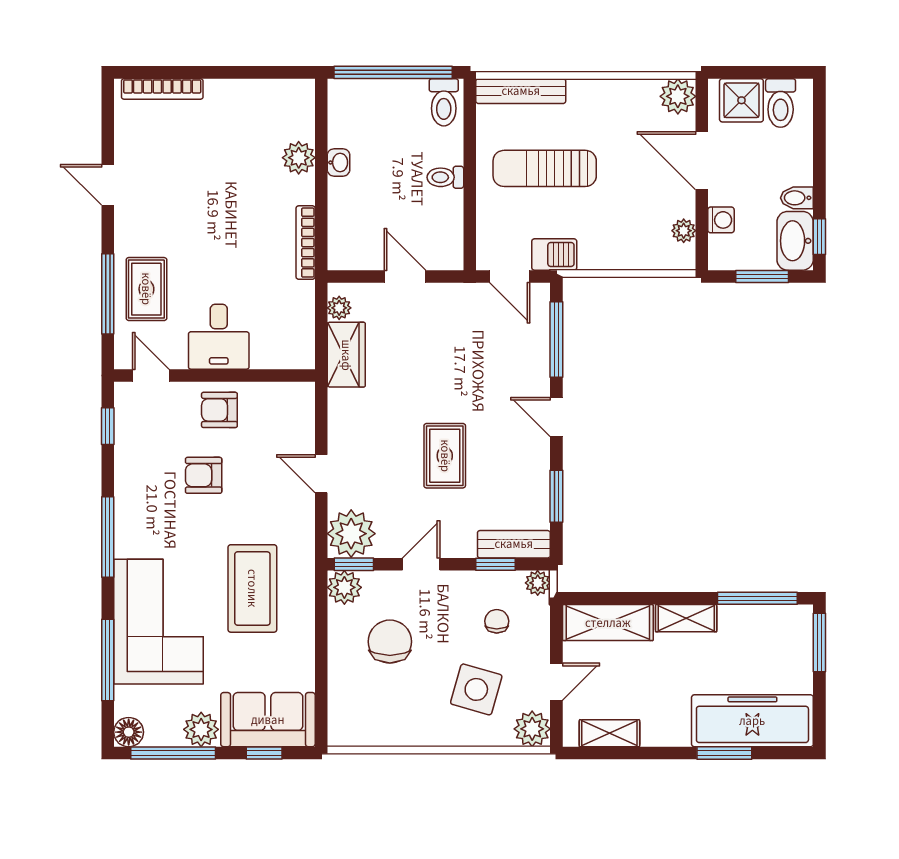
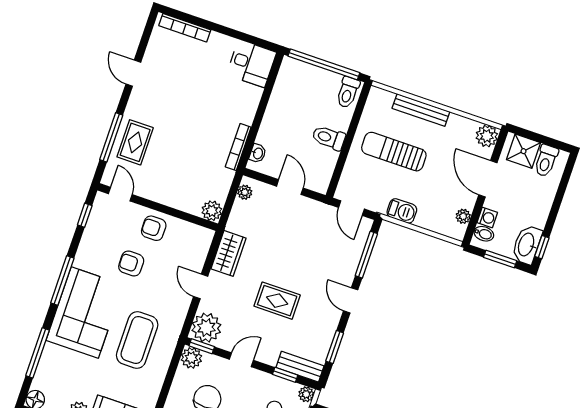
bench: (521, 91) -> (421, 110), moved
plant: (299, 158) -> (212, 211), moved
washbasin: (339, 162) -> (258, 153), moved
toilet: (445, 177) -> (329, 138), width x1.37, depth x1.39
bidet: (797, 198) -> (484, 234), moved, turned 180
barbecue: (554, 254) -> (402, 211), moved
desk: (219, 337) -> (251, 64), moved, turned -90
wardrobe: (346, 355) -> (229, 253), moved
rug: (445, 456) -> (277, 301), turned 90
corner sofa: (159, 622) -> (85, 313), moved

